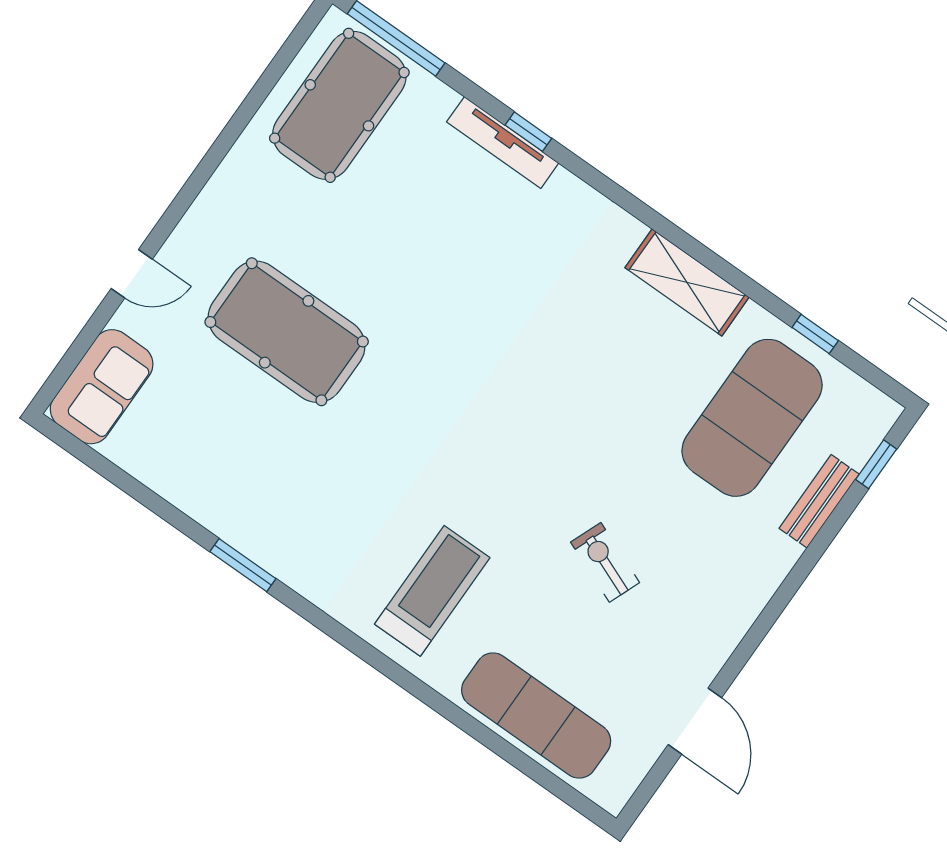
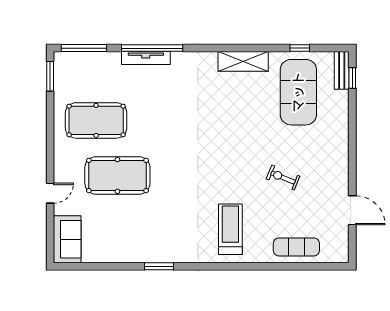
window: (292, 47) -> (50, 76), added
pool table: (339, 105) -> (96, 120), moved, turned 90
window: (528, 132) -> (152, 48), width x3.17
bench: (819, 501) -> (342, 70), moved
exercise mat: (536, 716) -> (296, 247), width x0.73, depth x0.69

